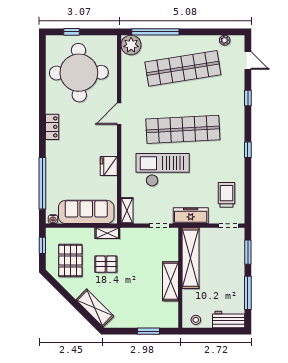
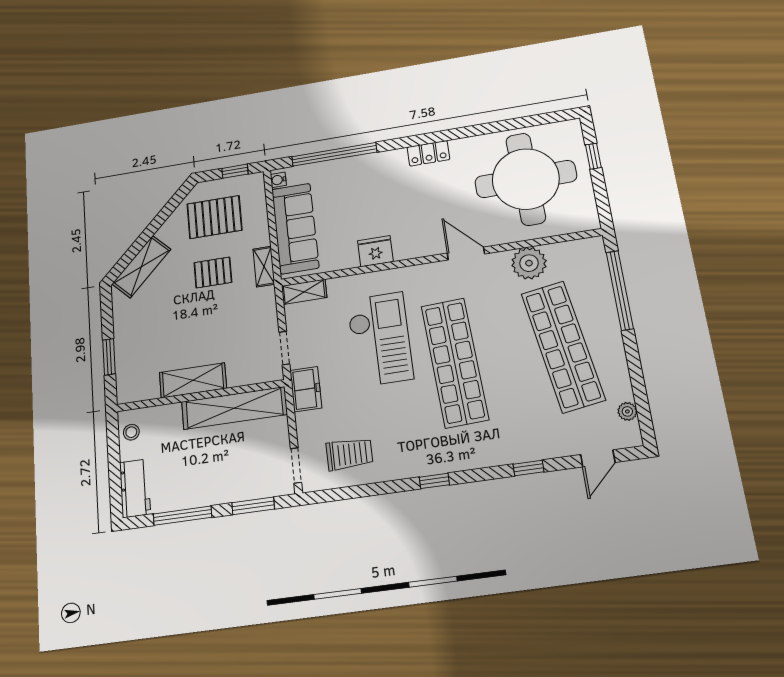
plant: (131, 45) -> (529, 263), moved
freezer: (191, 216) -> (306, 389), width x0.71
pallet: (106, 264) -> (213, 272), turned 90

